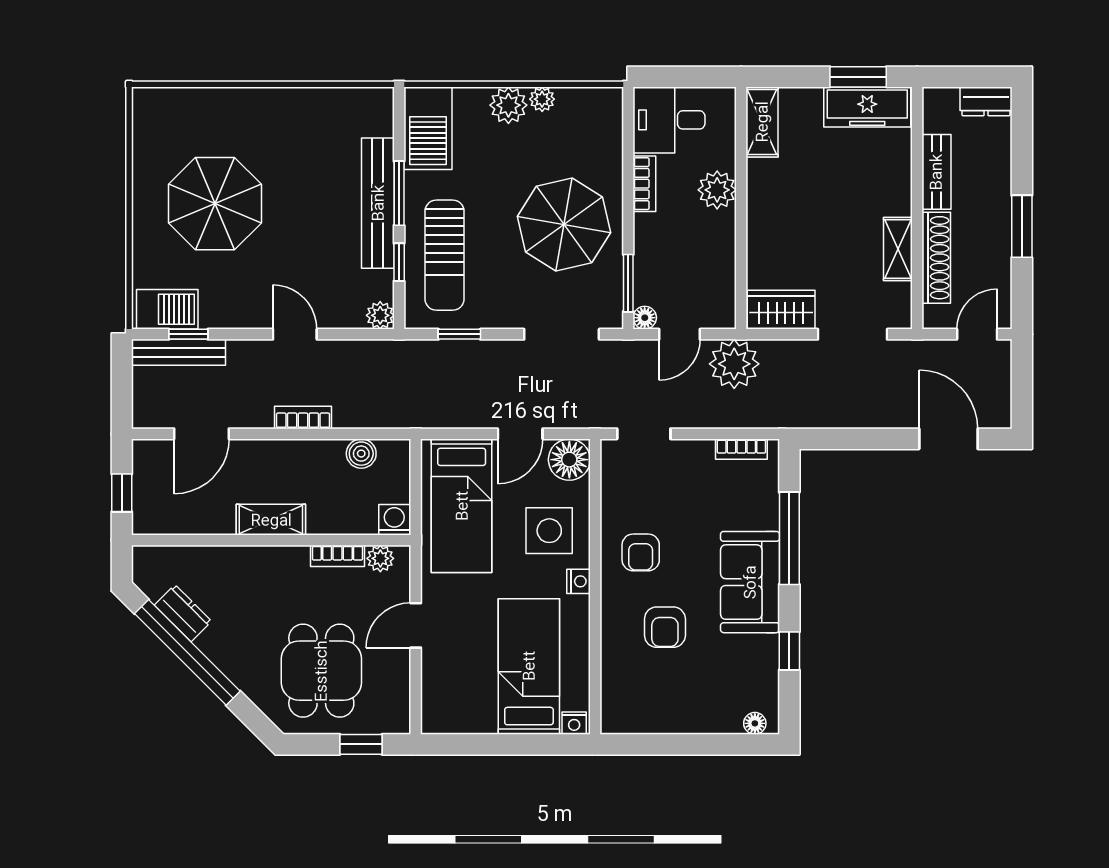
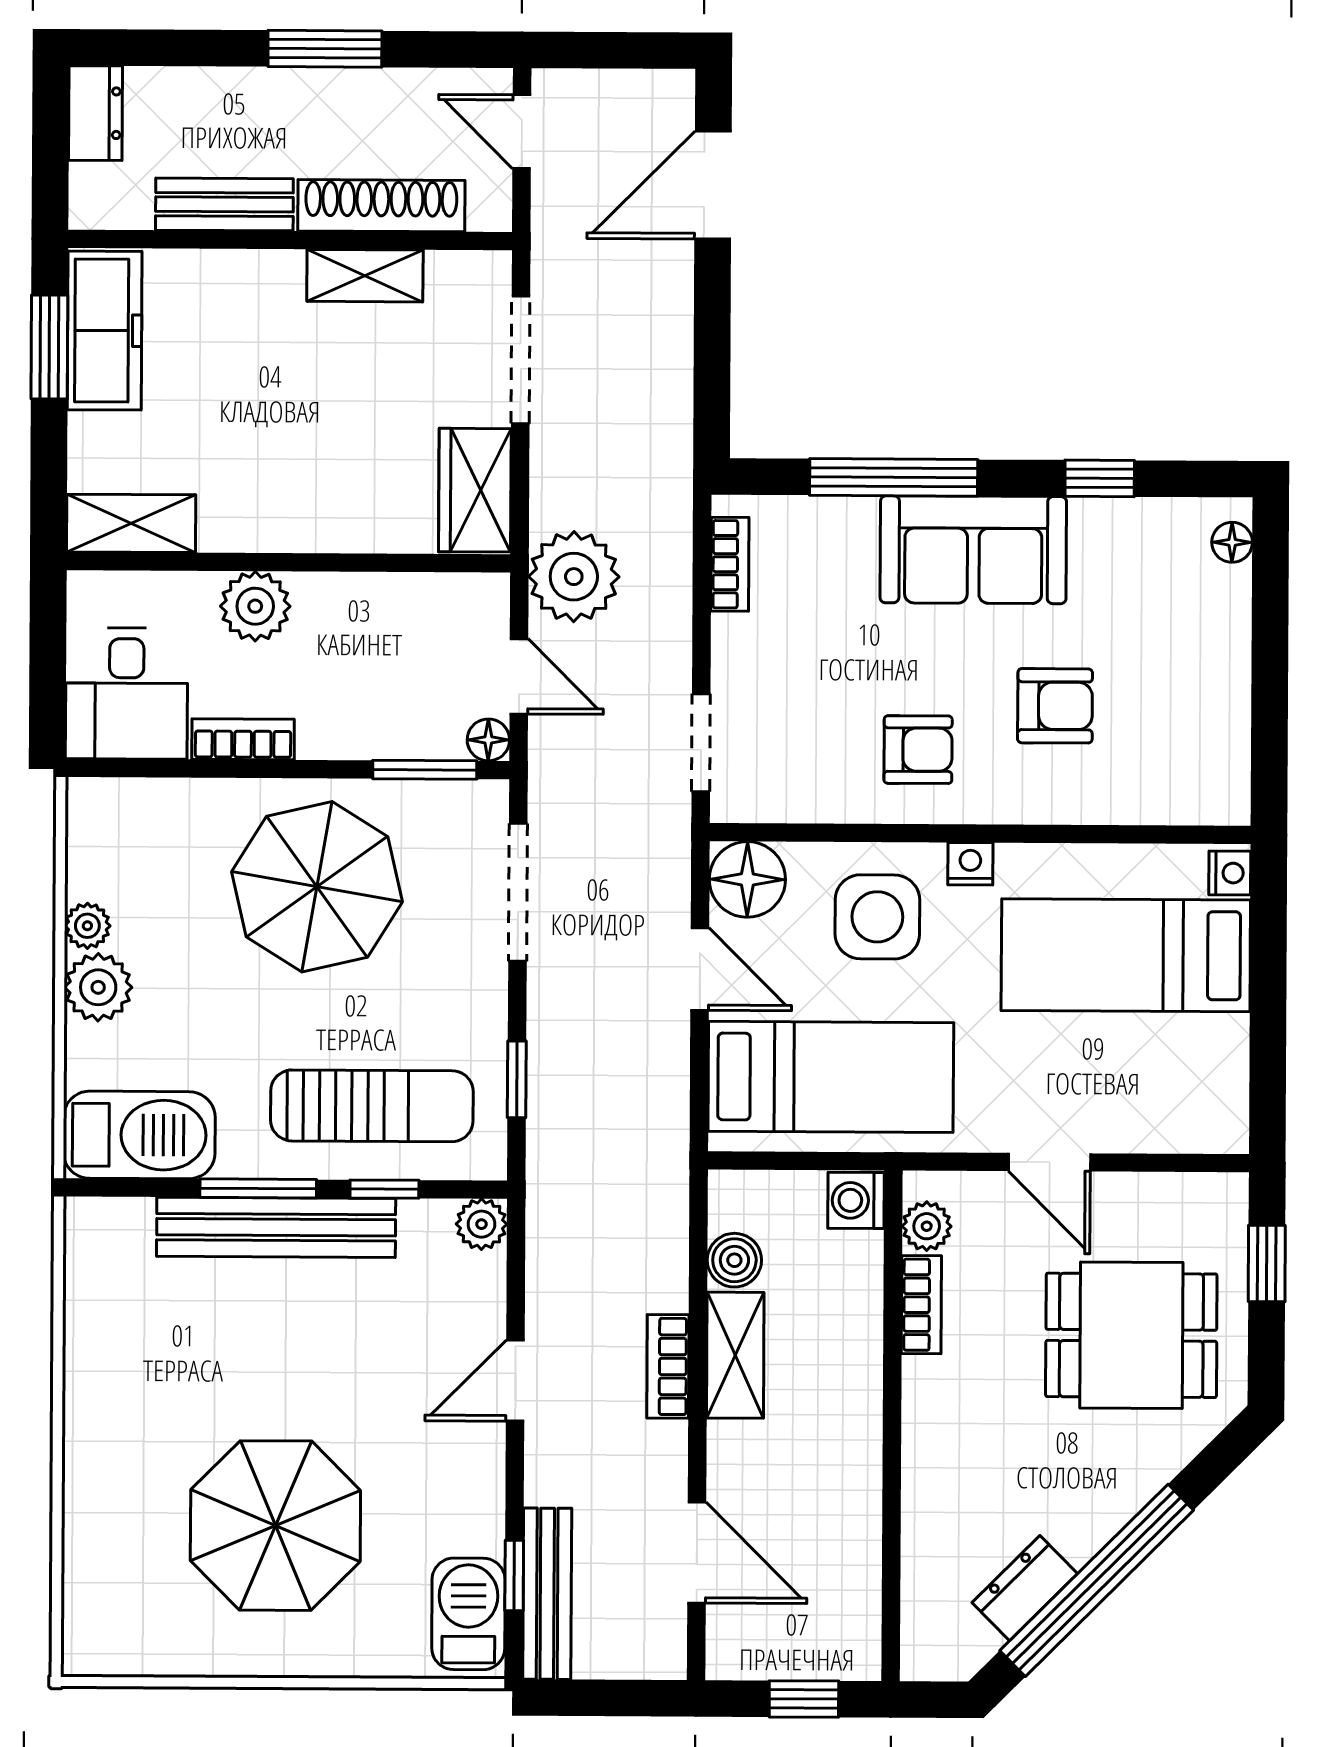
shelving: (271, 520) -> (735, 1355), moved

